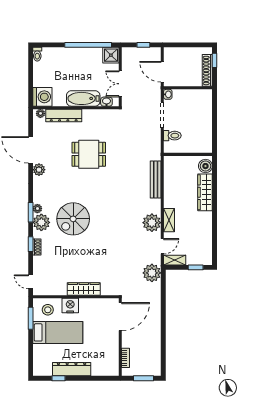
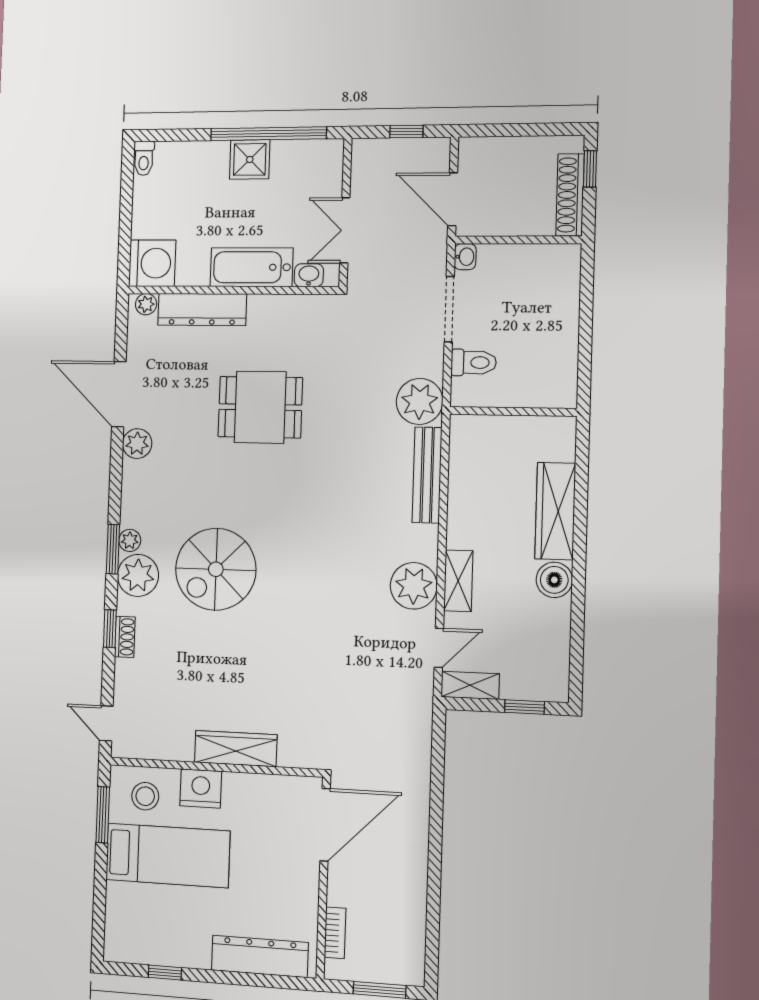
shower: (111, 55) -> (250, 159), moved
boiler: (205, 166) -> (554, 580), moved
plant: (152, 273) -> (420, 401), moved
dresser: (72, 369) -> (260, 956), moved

